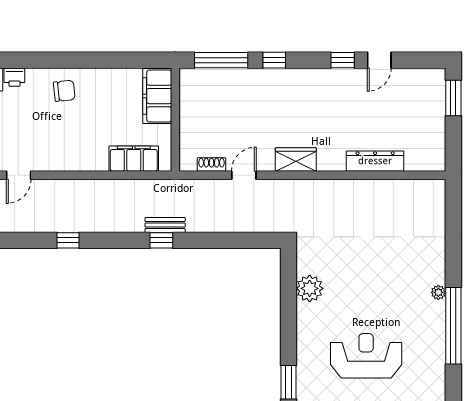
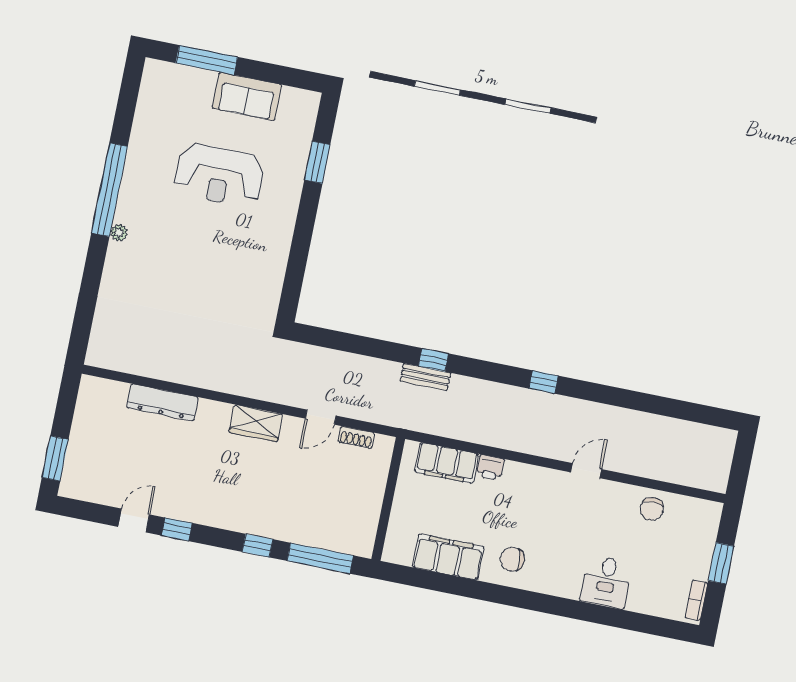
printer: (14, 77) -> (490, 467), moved, turned 180
filing cabinet: (157, 96) -> (448, 557), moved, turned -90
plant: (310, 288) -> (270, 268), removed

